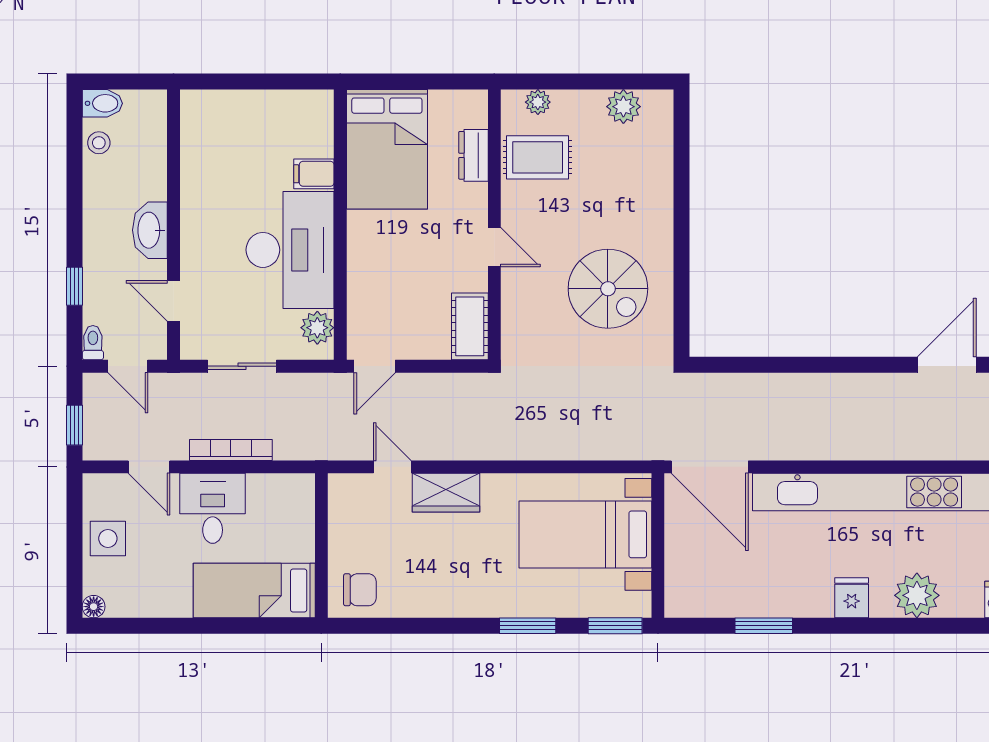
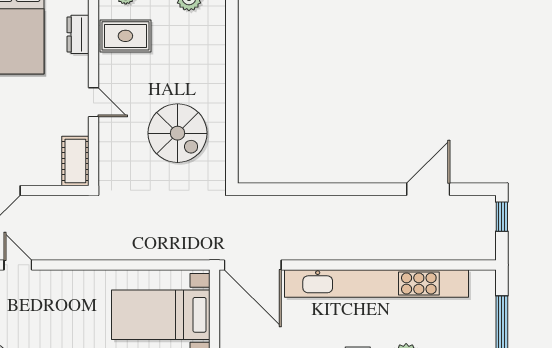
wardrobe: (446, 493) -> (58, 284), removed

